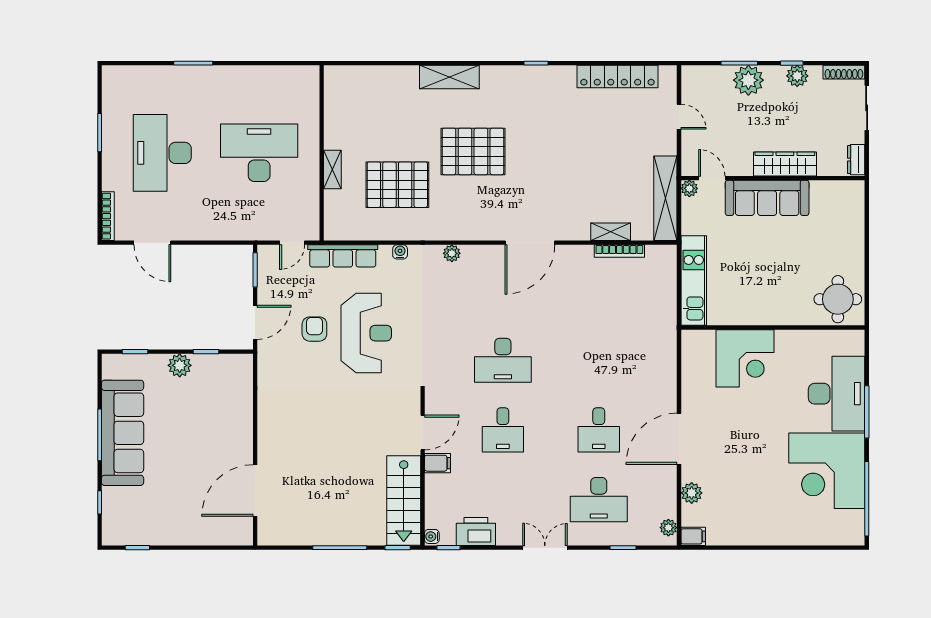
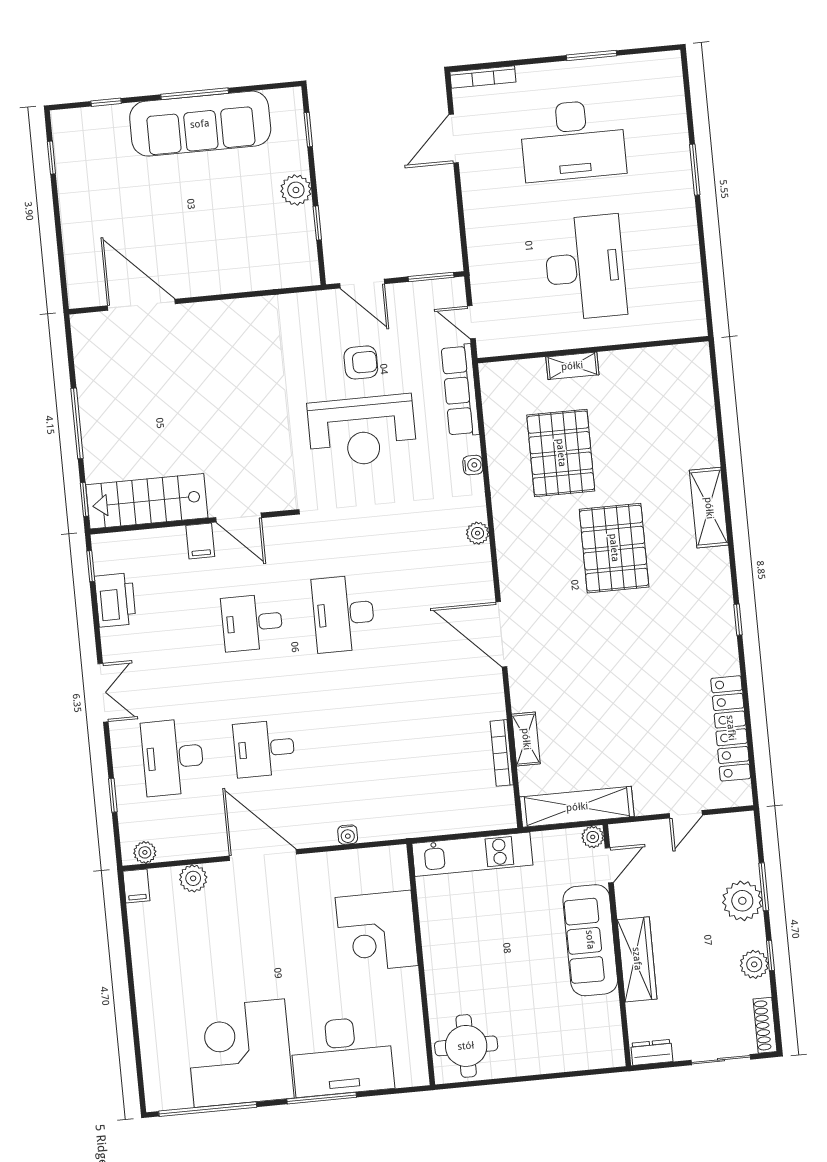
desk: (162, 153) -> (573, 140), turned 180
water cooler: (432, 536) -> (348, 835), moved, turned 180

